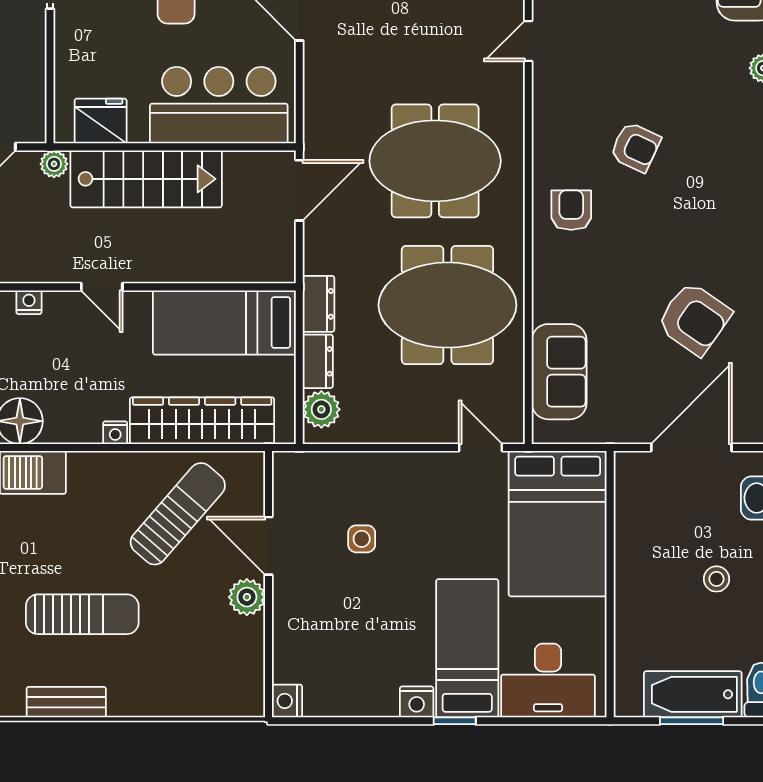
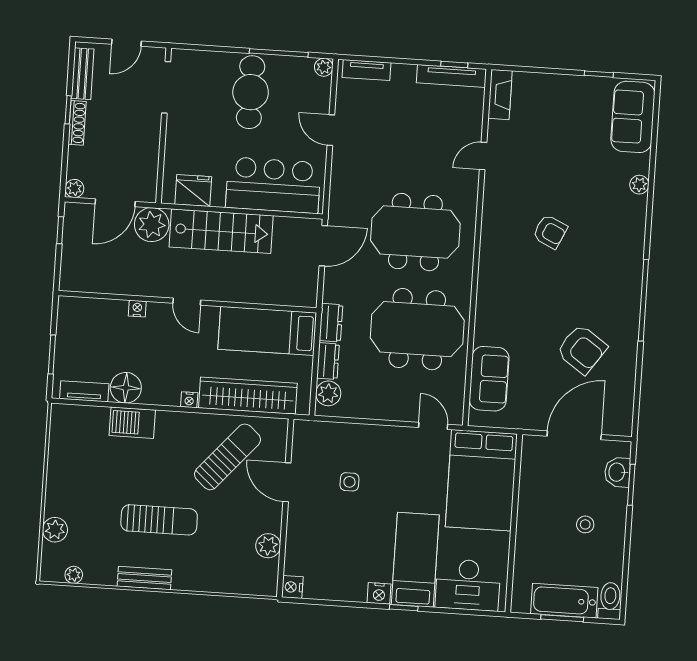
plant: (54, 164) -> (152, 225), width x1.88, depth x1.88
armchair: (571, 210) -> (504, 271), removed
plant: (247, 597) -> (268, 546), moved

